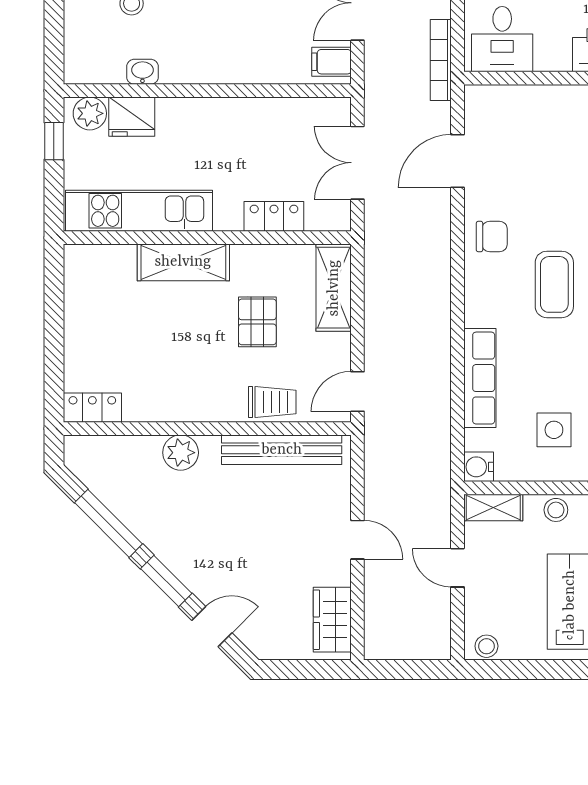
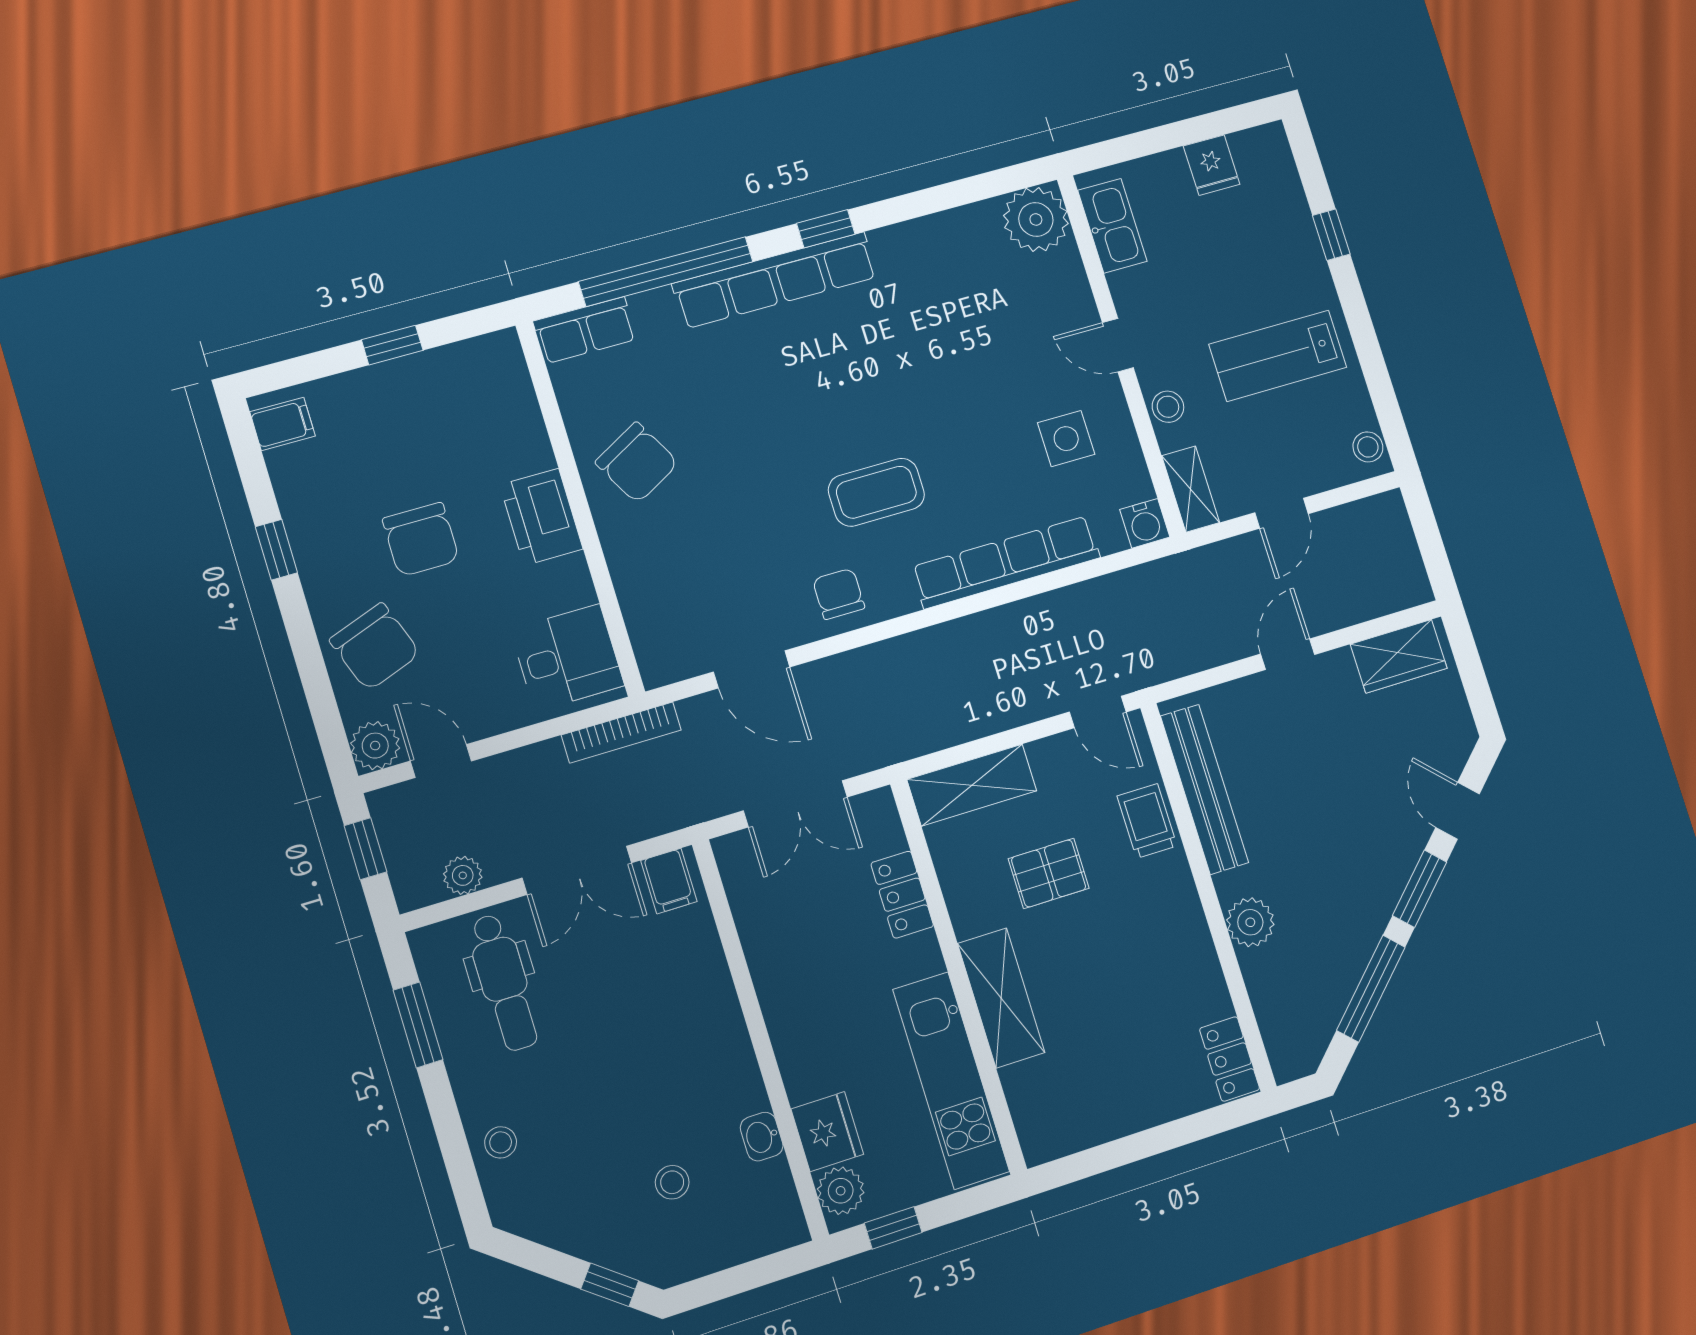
row of seats: (480, 378) -> (1006, 562), width x1.36

